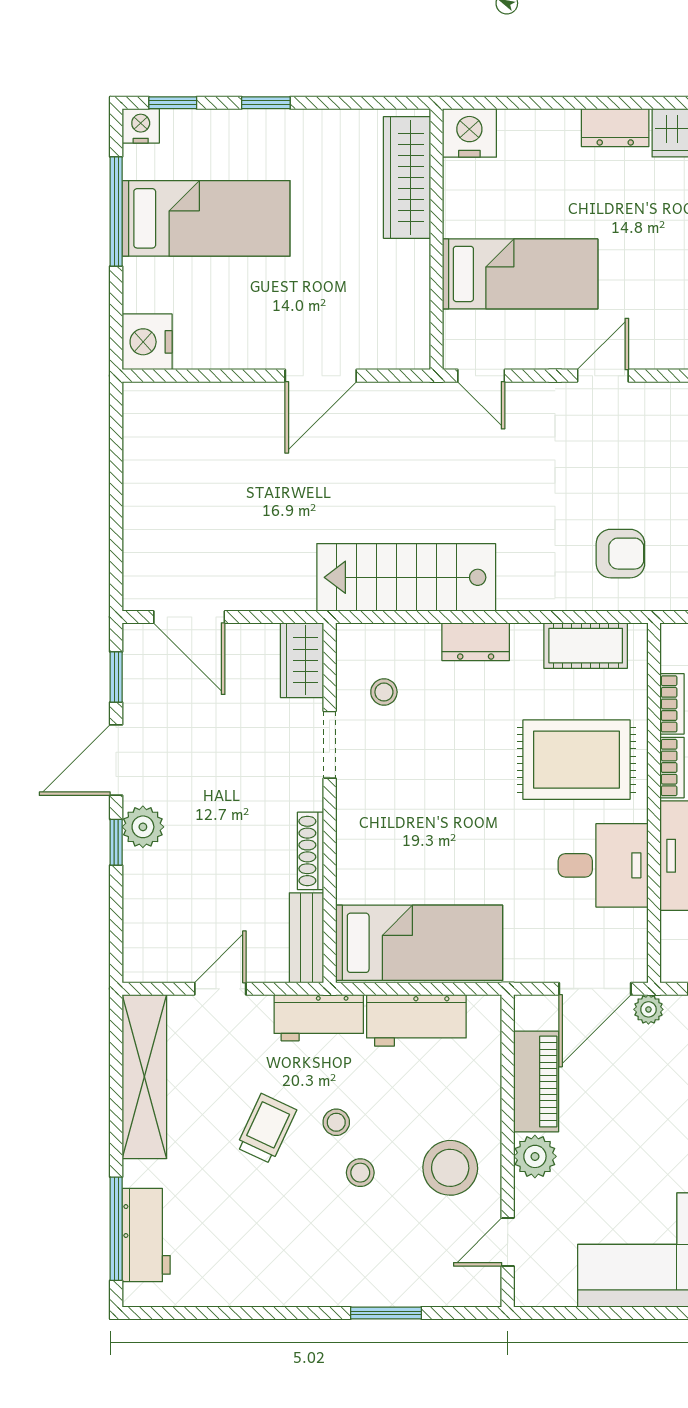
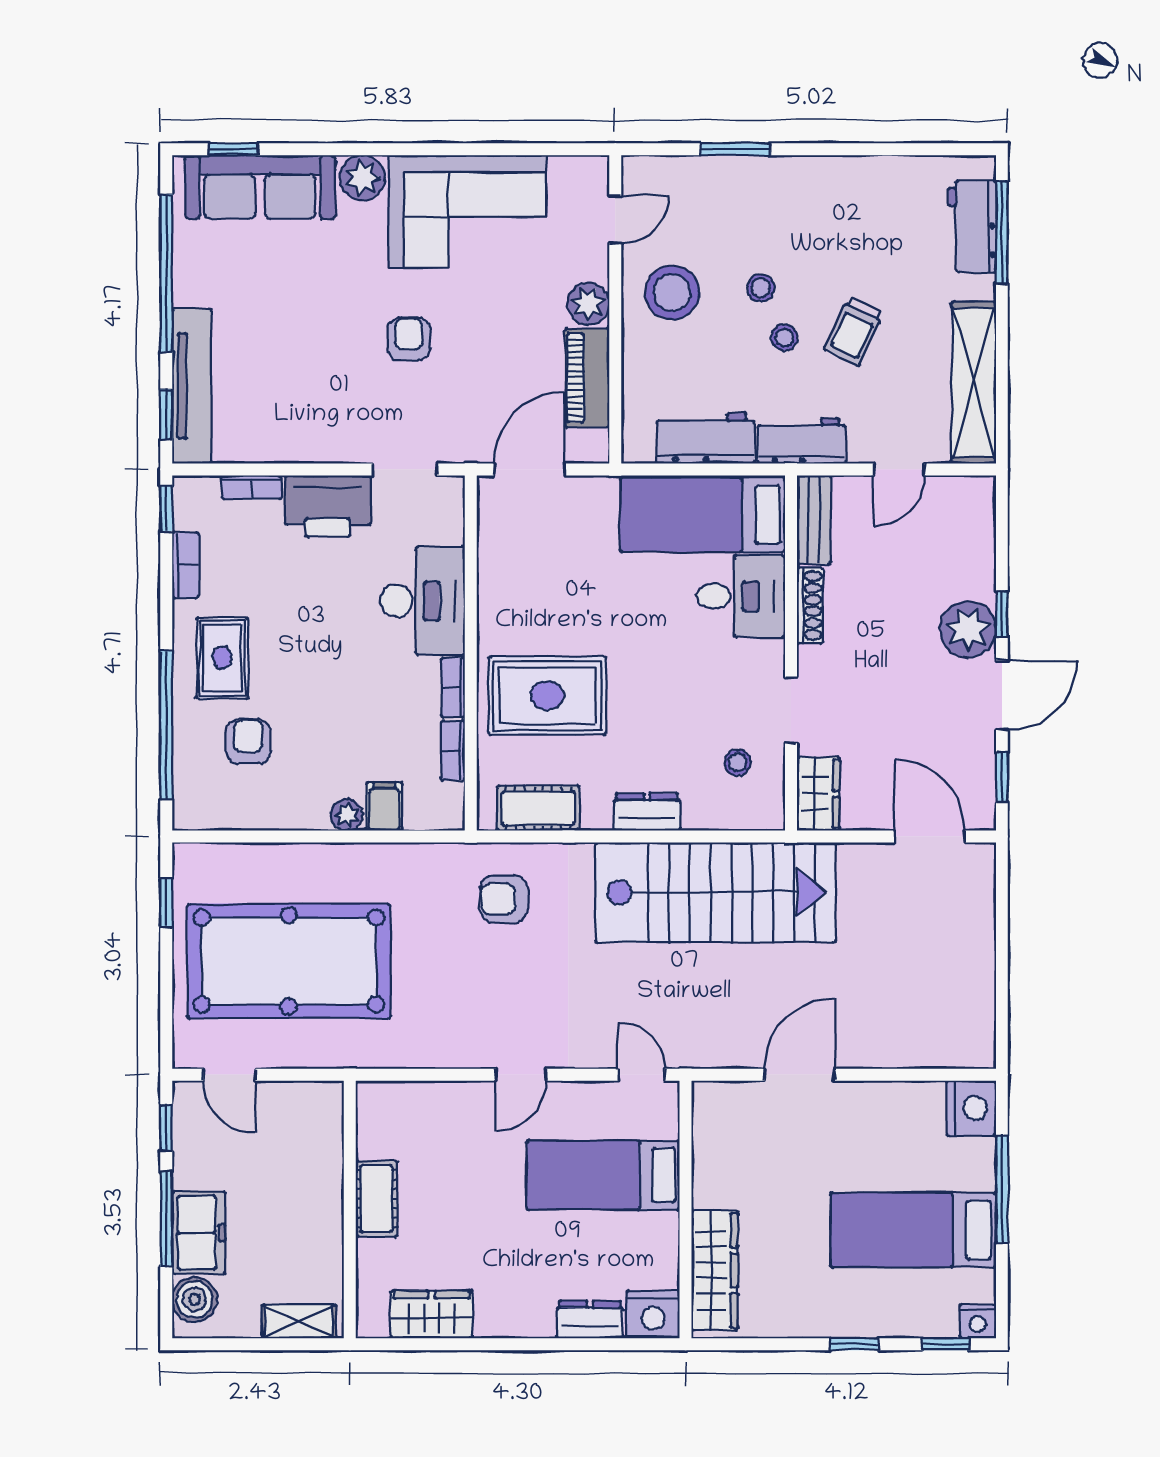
dresser: (615, 128) -> (590, 1320), moved
window: (116, 212) -> (1002, 1189), moved
stairs: (406, 577) -> (715, 892), width x1.36, depth x1.51
plant: (143, 827) -> (968, 629), width x1.36, depth x1.36
desk: (603, 865) -> (741, 596), moved, turned 180
plant: (648, 1009) -> (476, 449), removed

